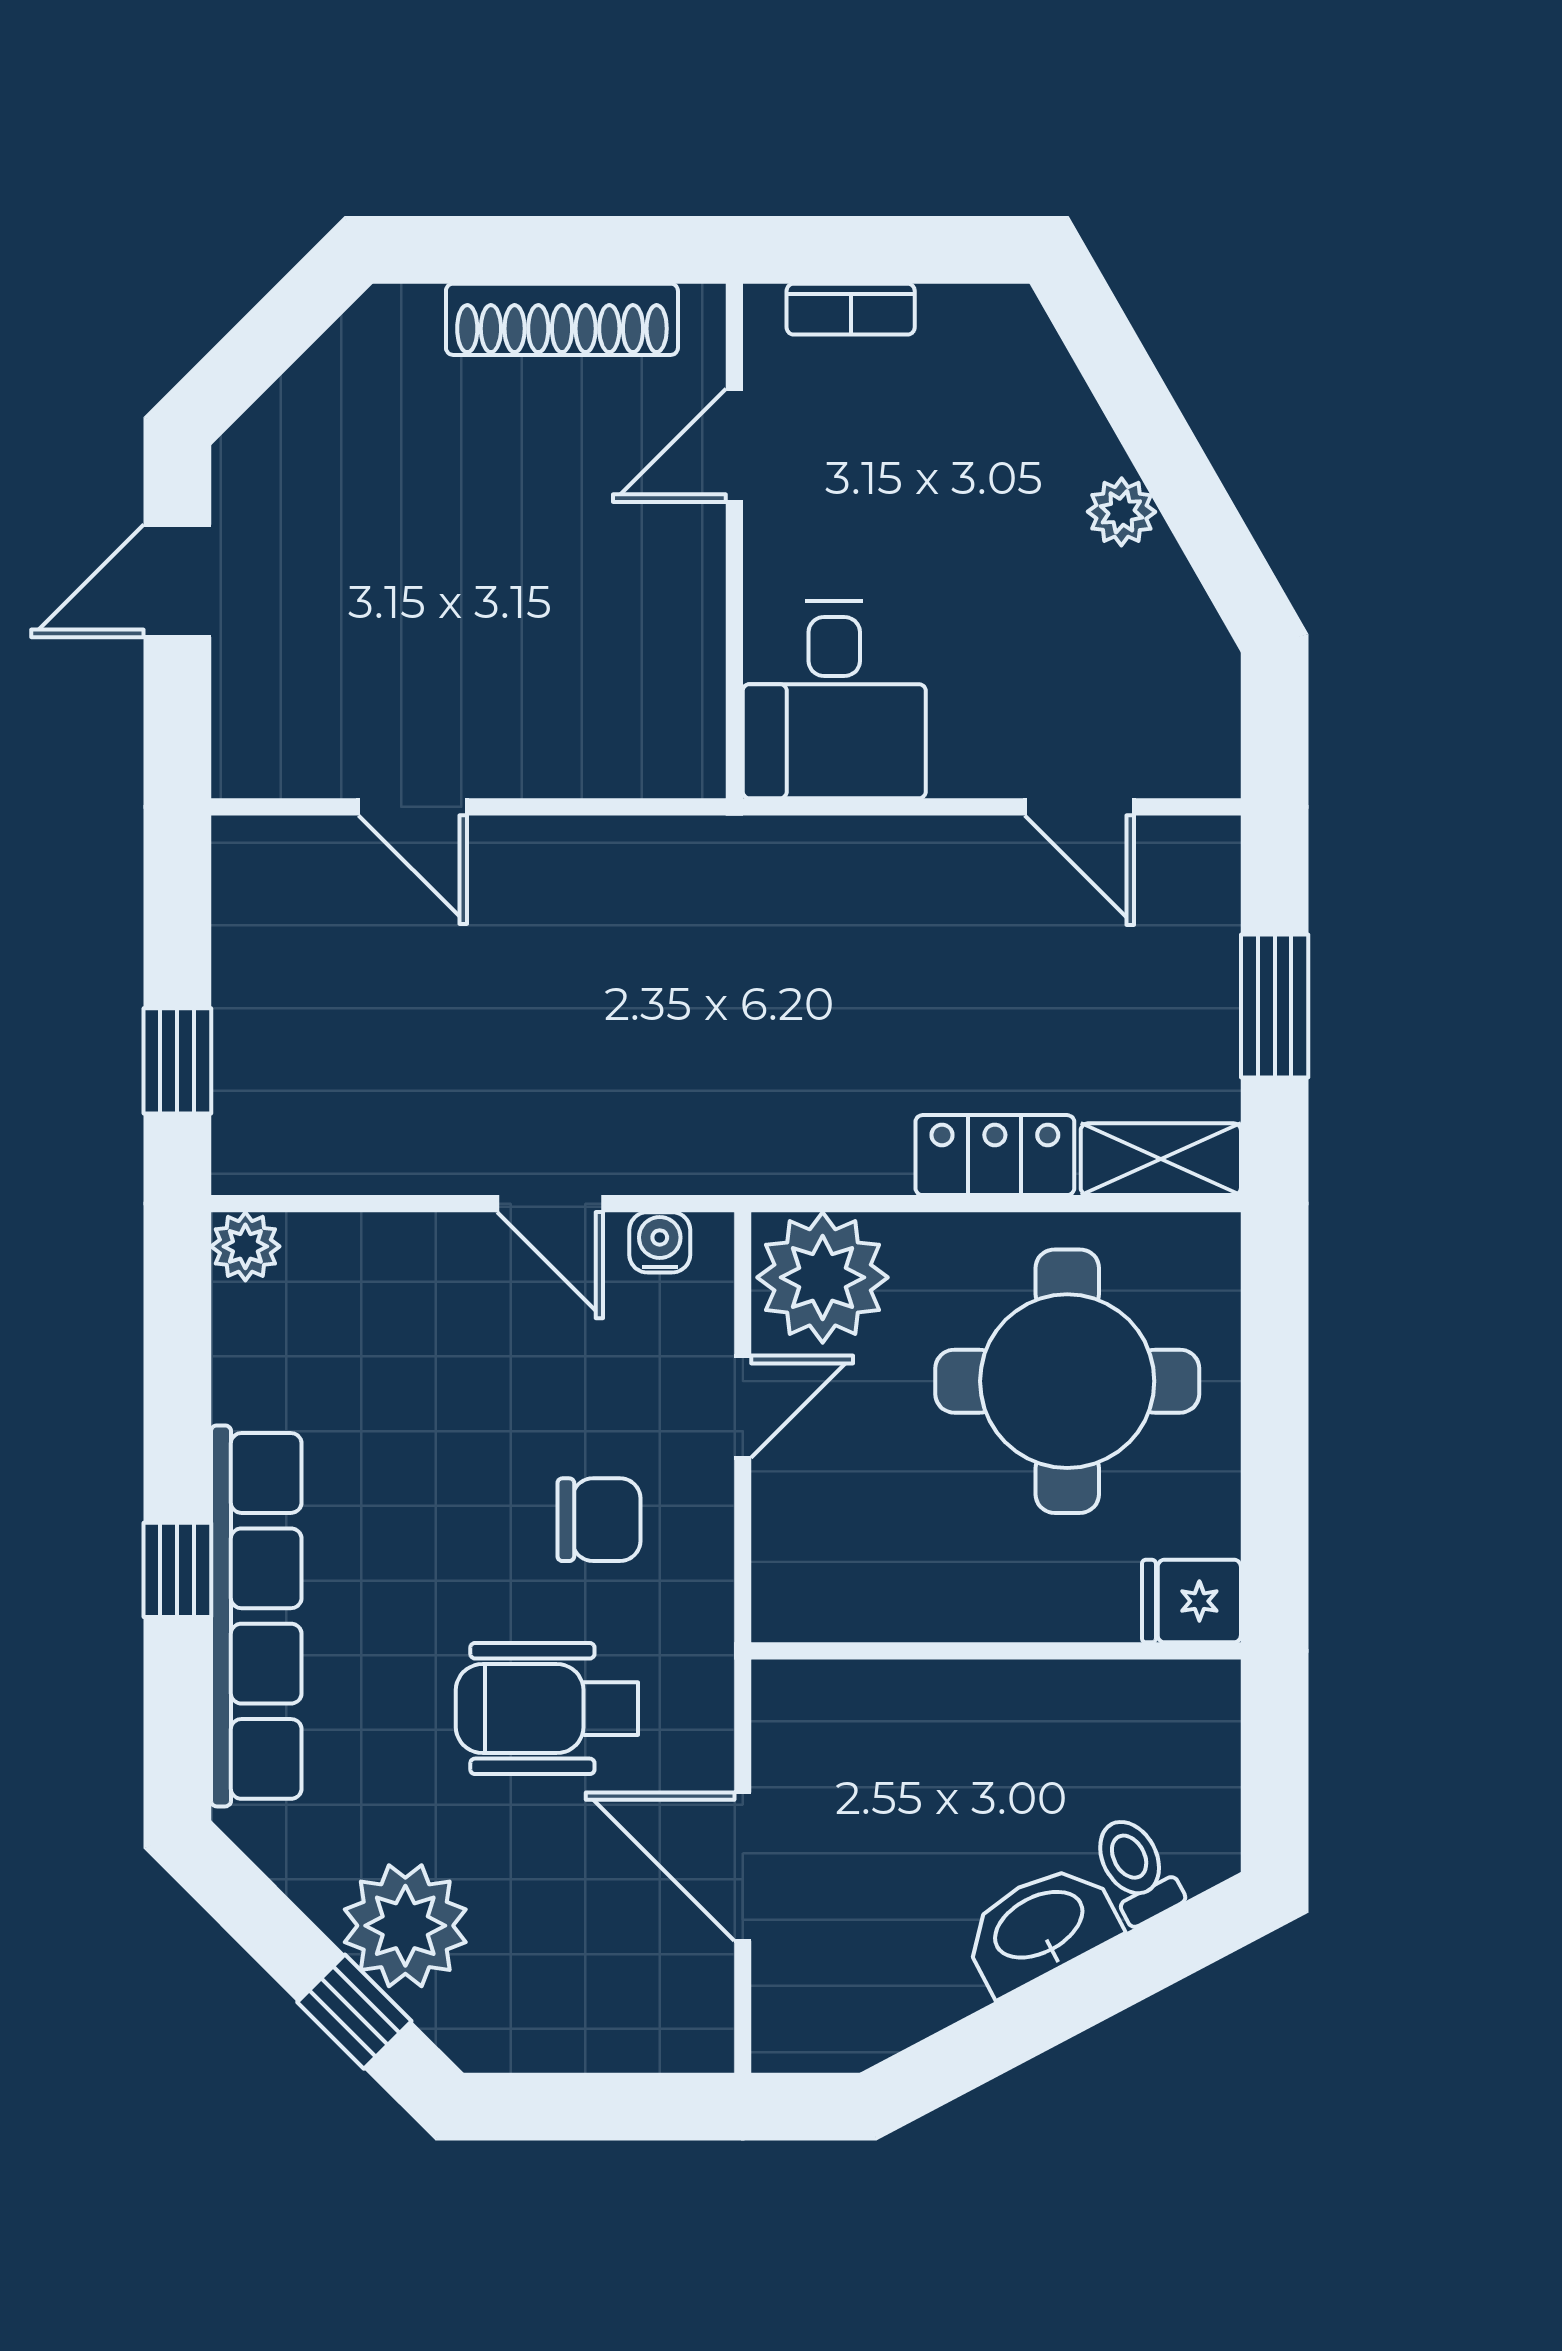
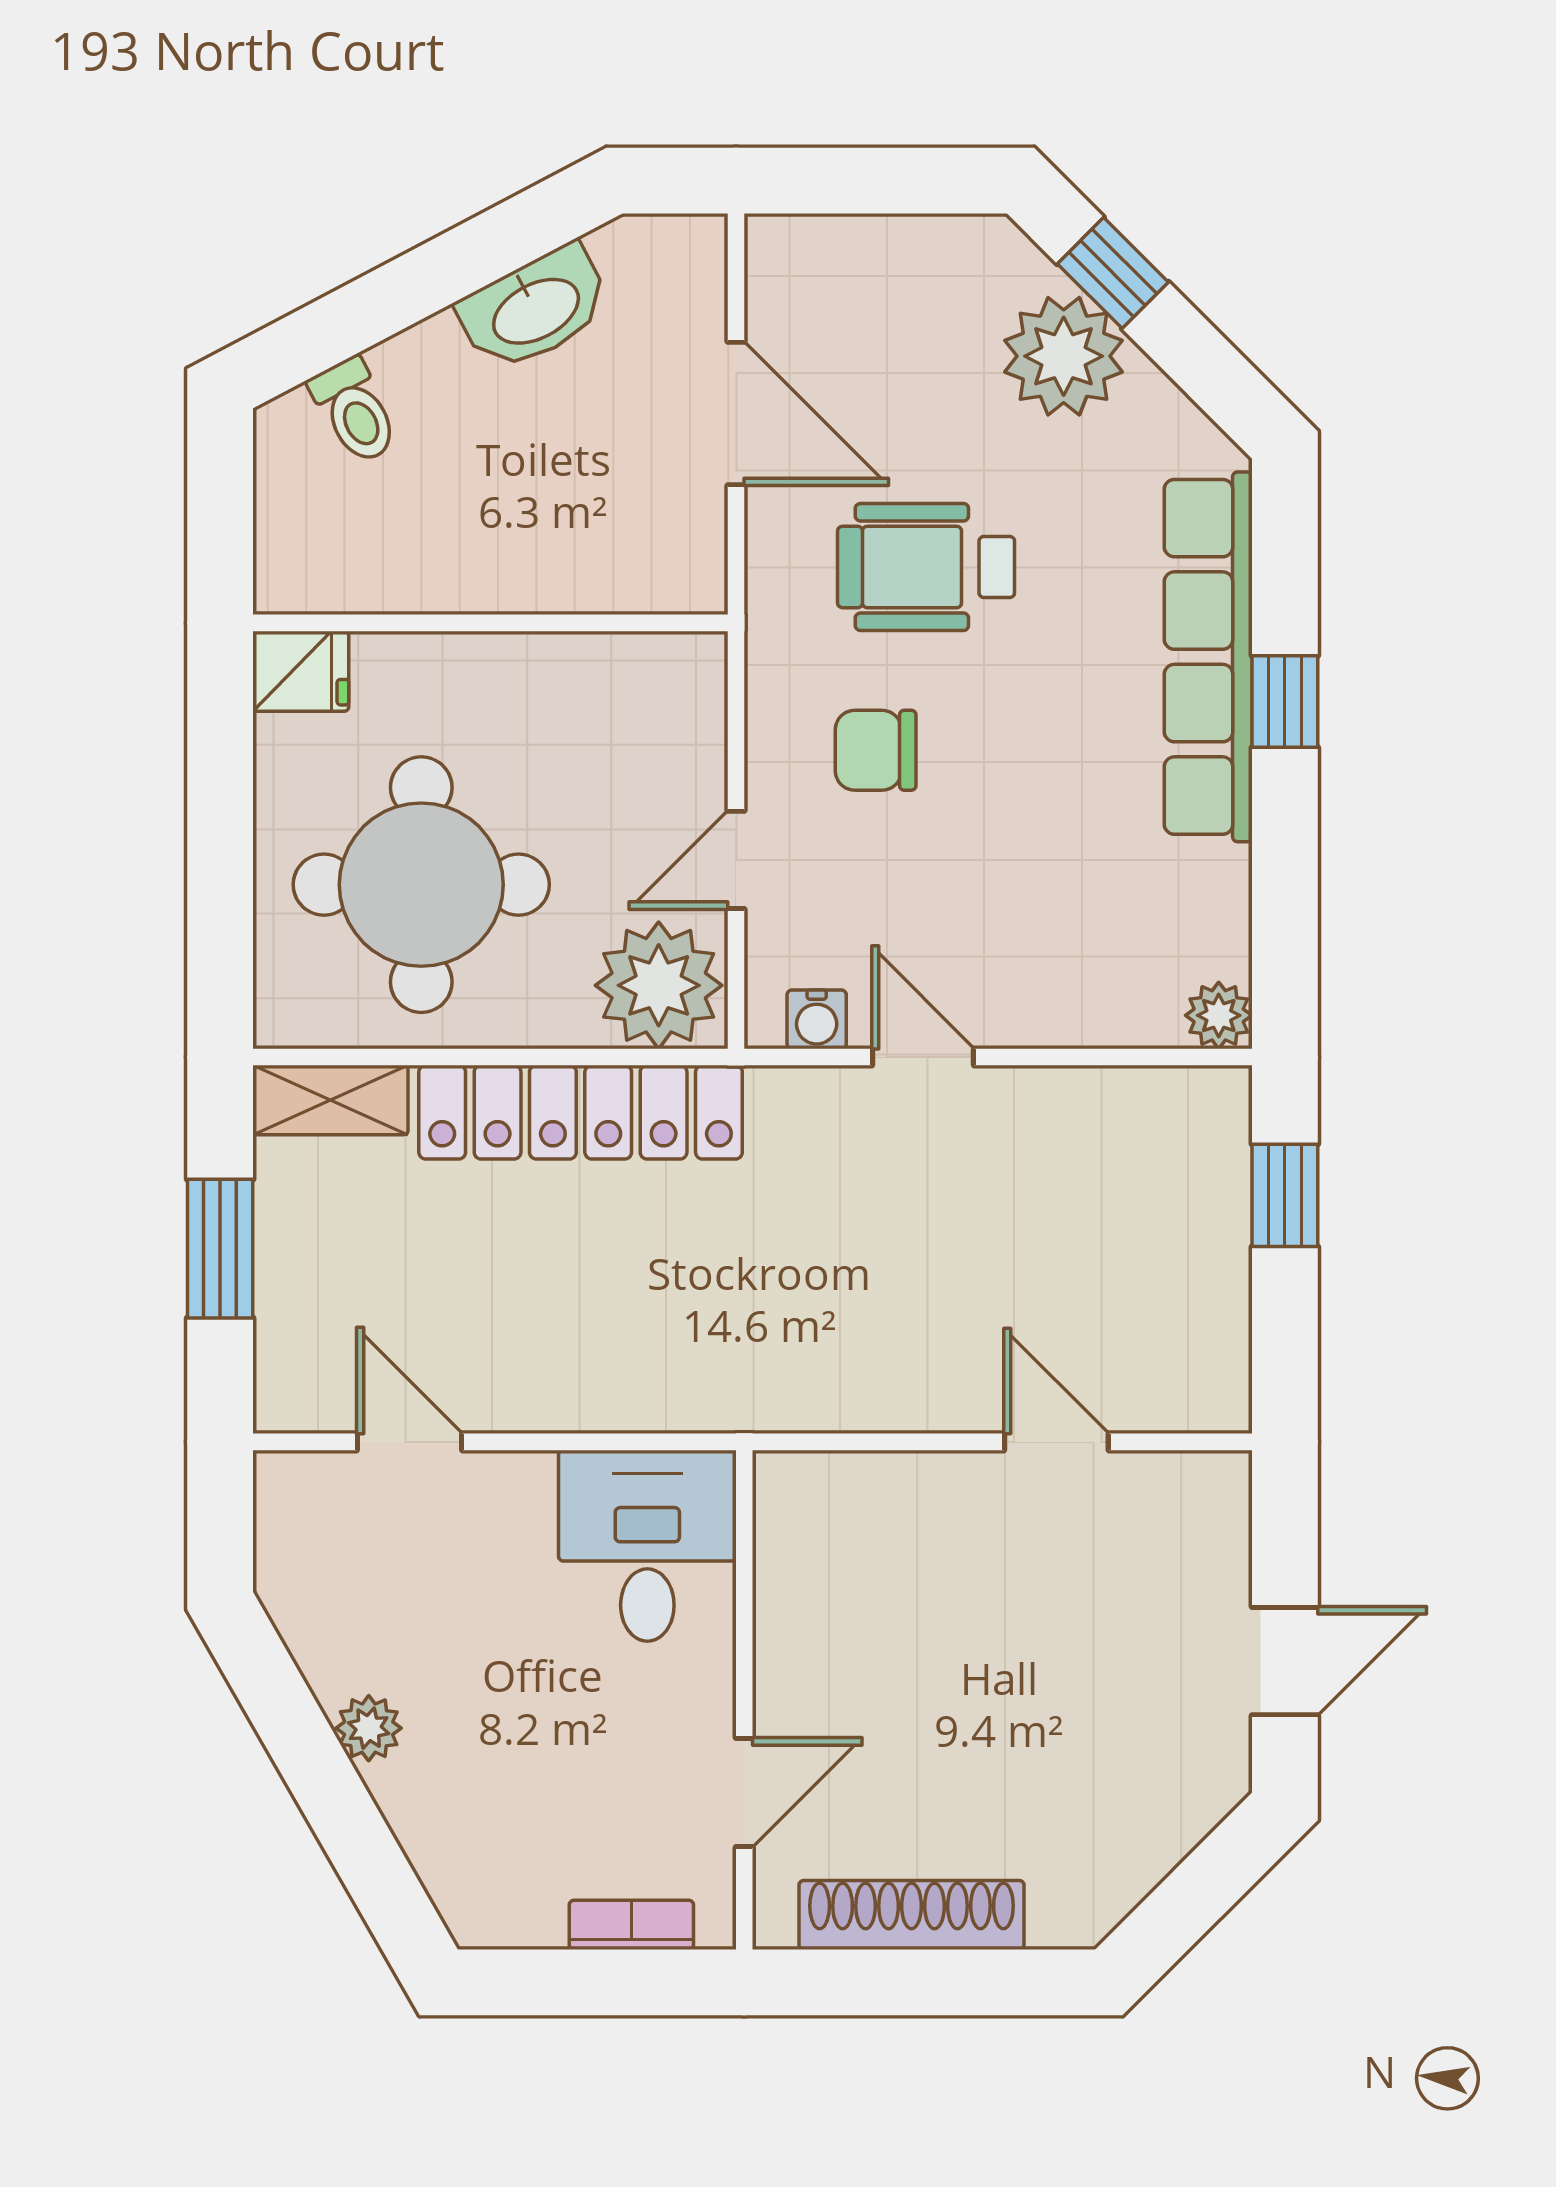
locker: (995, 1155) -> (581, 1112), width x2.16, depth x1.21
wheelchair: (547, 1709) -> (926, 567), turned 180
washbasin: (1040, 1927) -> (535, 309), moved

